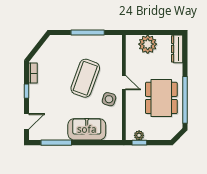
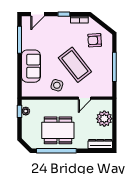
armchair: (57, 55) -> (95, 40), added
coffee table: (85, 78) -> (75, 65), turned 32
door: (124, 83) -> (85, 98), moved
door: (26, 121) -> (38, 14), hinge flipped

